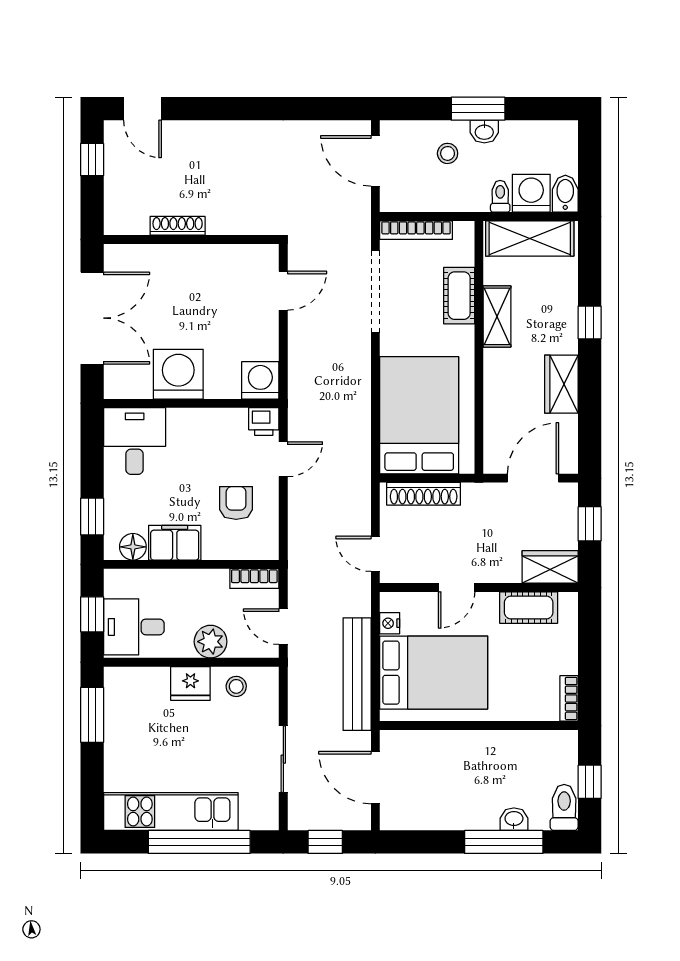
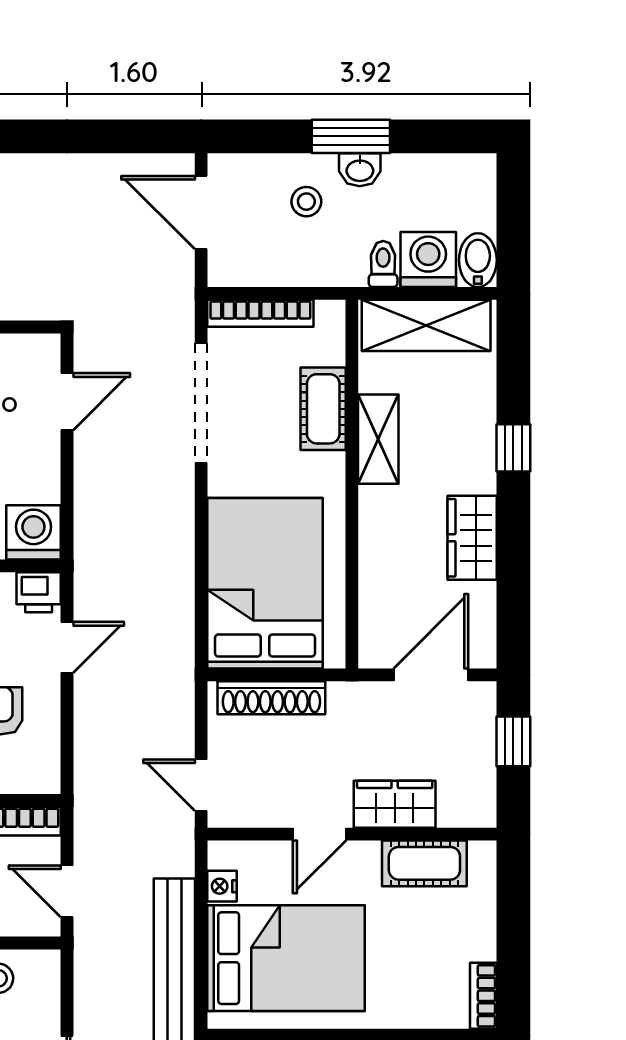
wardrobe: (550, 567) -> (395, 804), moved

